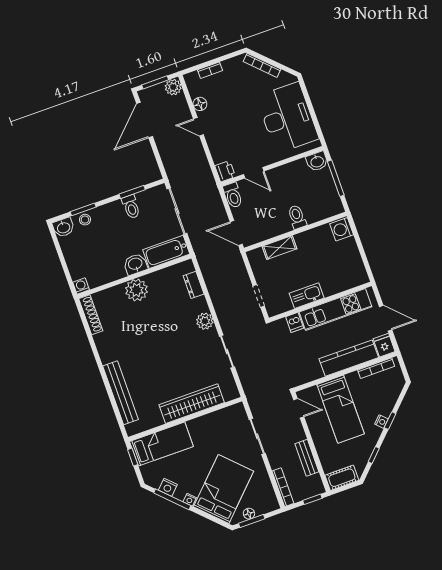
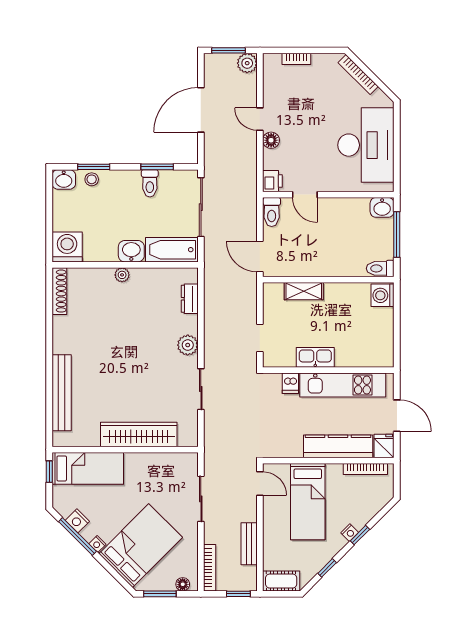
floor lamp: (200, 104) -> (271, 140), moved
door: (145, 120) -> (201, 110), moved
toilet: (297, 217) -> (380, 268), moved, turned -90
washing machine: (81, 286) -> (67, 247), width x1.89, depth x1.89
plant: (137, 290) -> (122, 275), width x0.53, depth x0.53
floor lamp: (249, 514) -> (183, 584), moved

